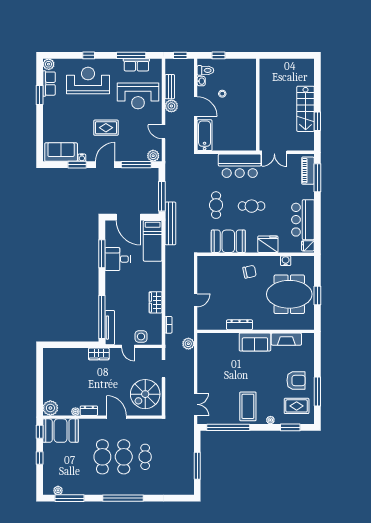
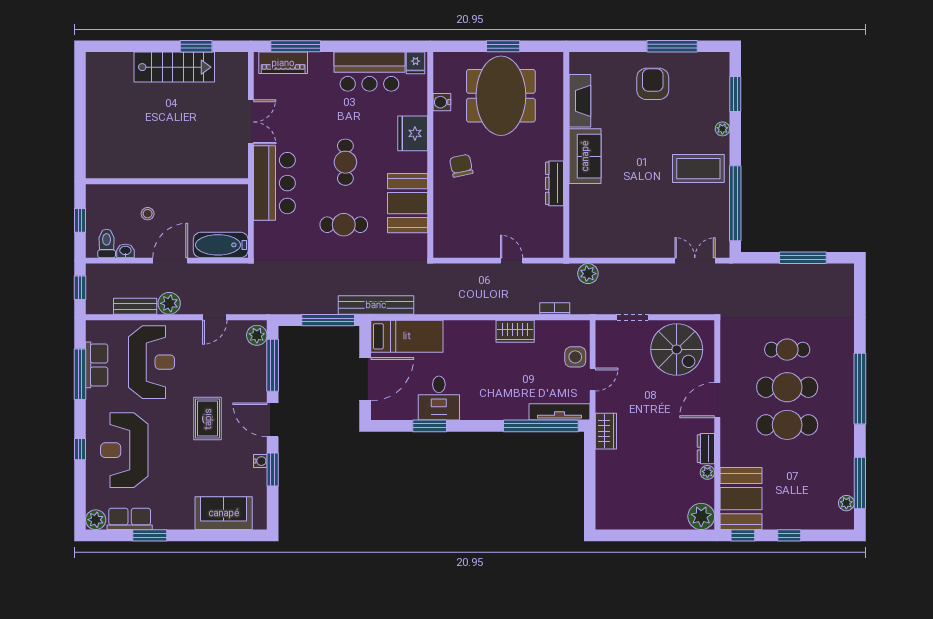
wall: (258, 105) -> (167, 181), moved
sofa: (61, 152) -> (224, 513), moved, turned 90
window: (102, 254) -> (430, 426), width x0.69
rug: (297, 406) -> (698, 83), removed

